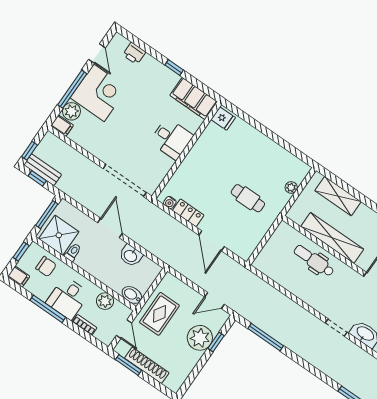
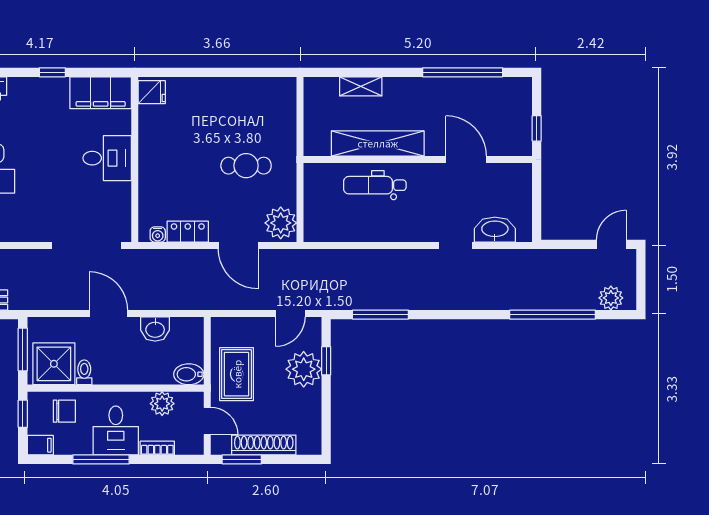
plant: (291, 187) -> (281, 223), moved, width x1.87, depth x1.87
shelving: (338, 196) -> (361, 86), width x0.67, depth x0.75

